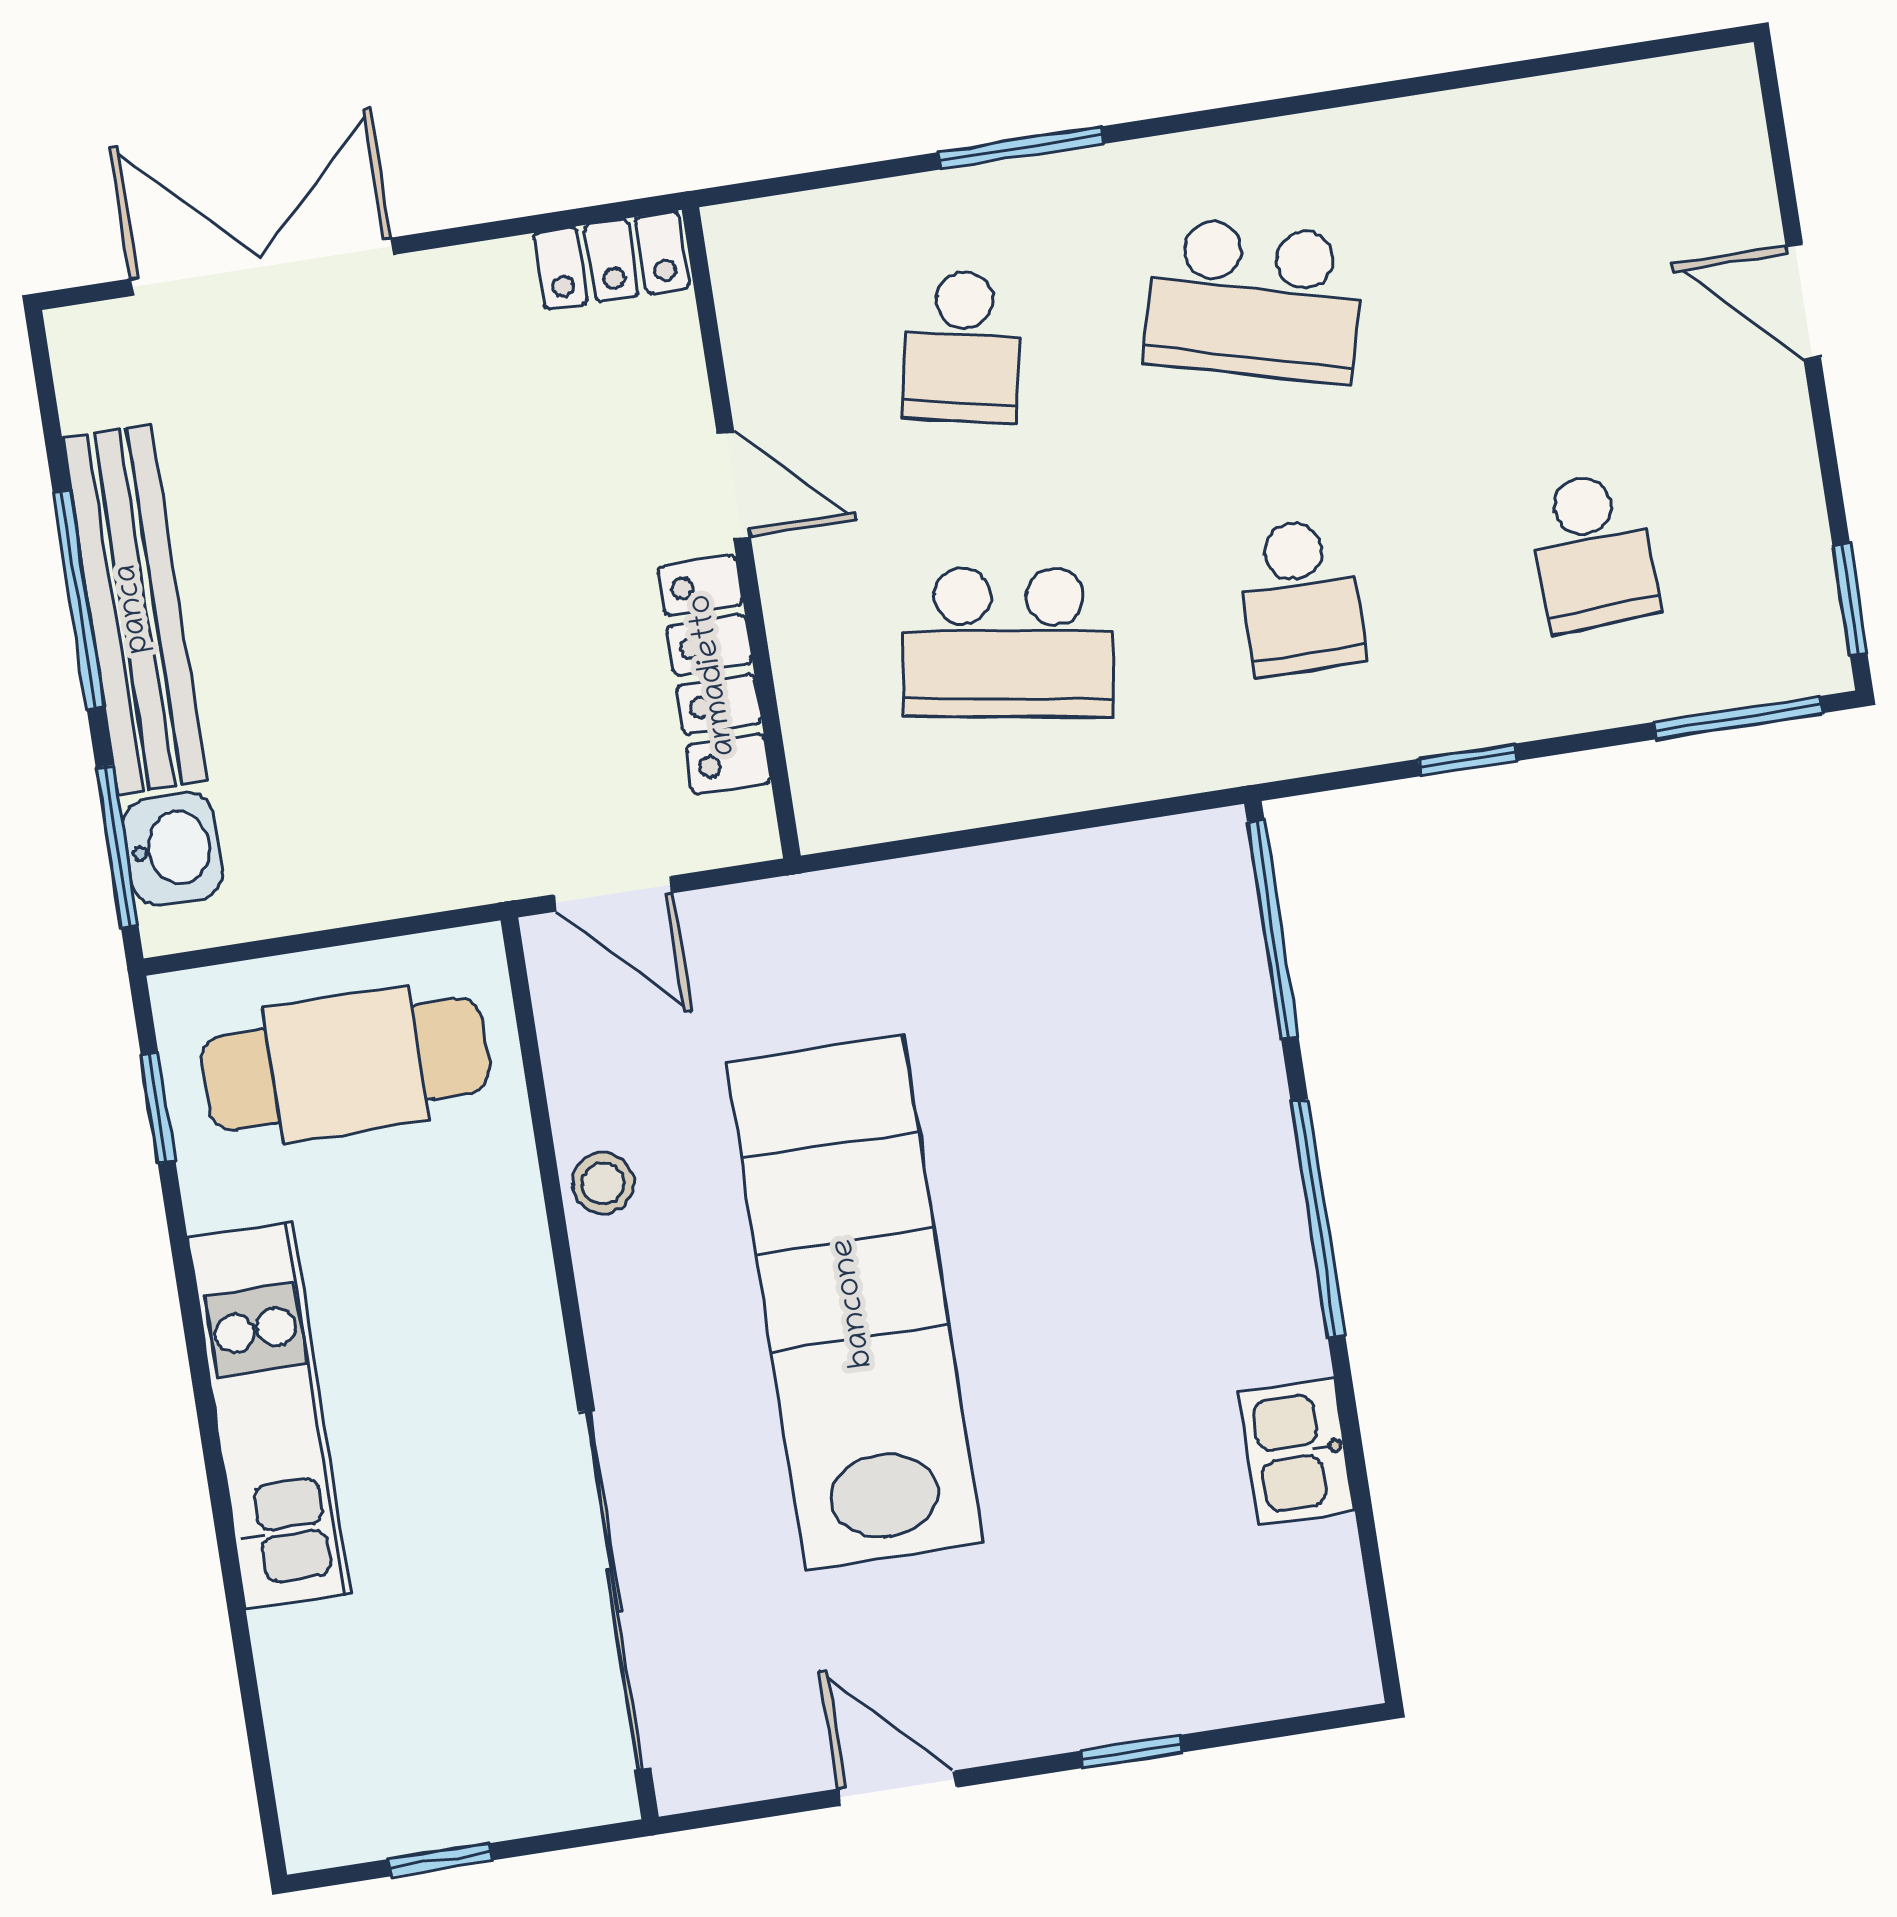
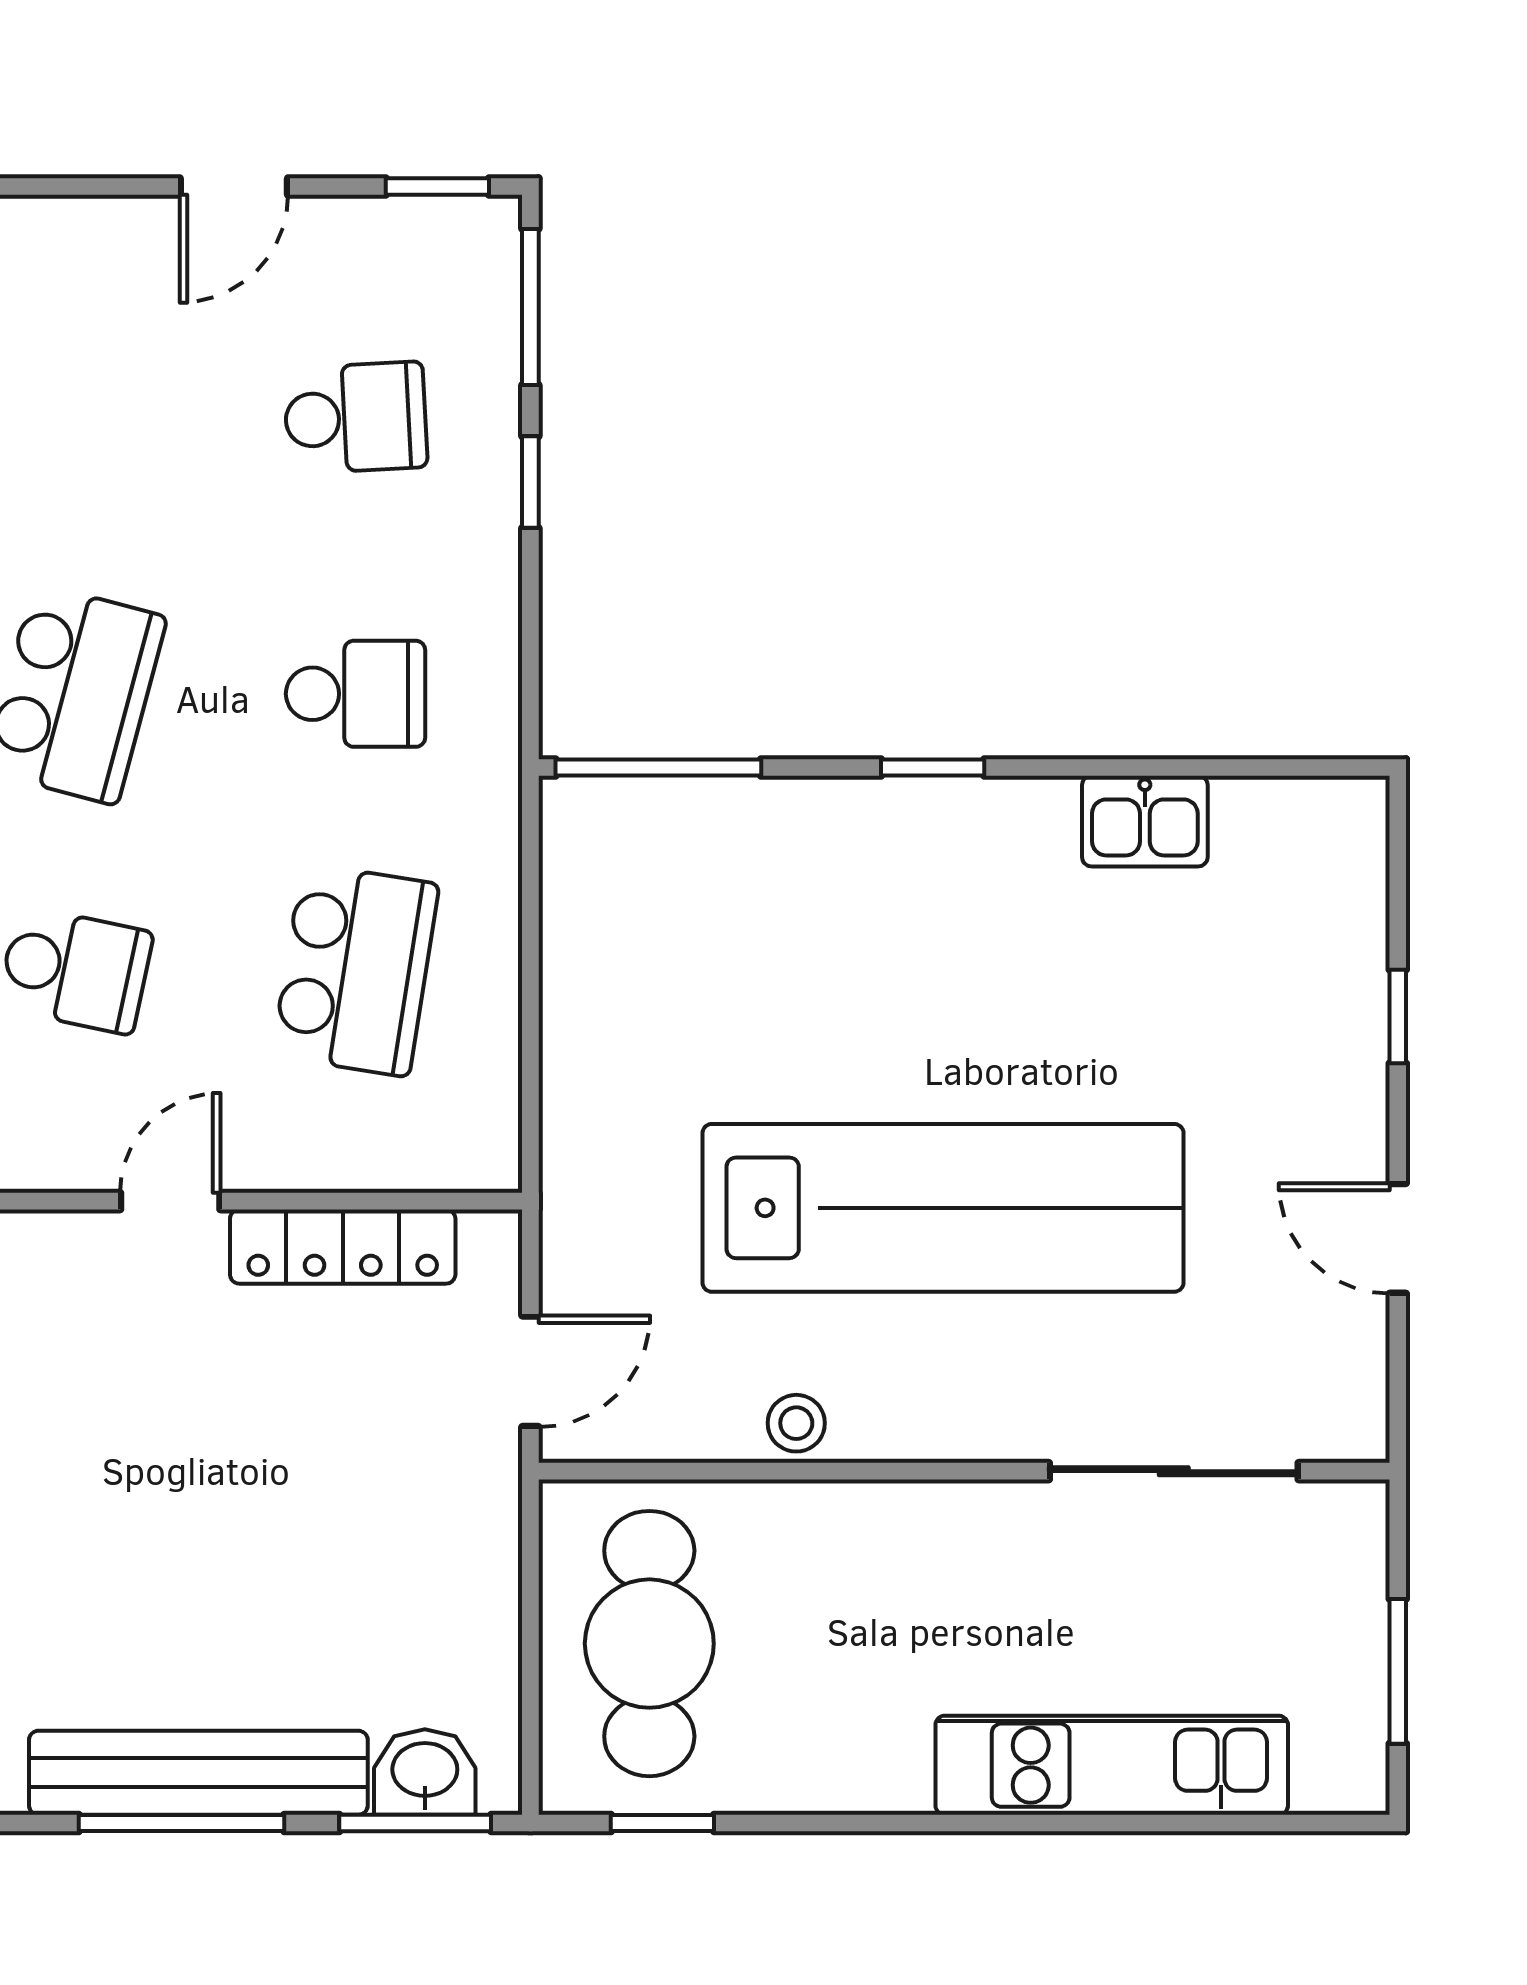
door: (1803, 302) -> (234, 186), moved
window: (1468, 760) -> (530, 482), moved
window: (1318, 1219) -> (933, 767), width x0.46
lab bench: (854, 1303) -> (943, 1208), turned 180
kitchen unit: (269, 1416) -> (1112, 1765), moved
sliding door: (614, 1590) -> (1174, 1471), width x0.73
door: (897, 1788) -> (1398, 1238), hinge flipped
window: (440, 1860) -> (1398, 1671), width x1.50

